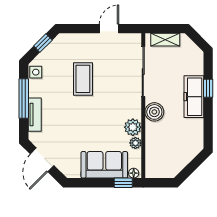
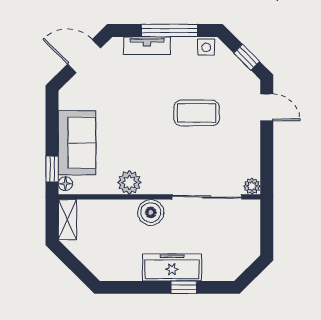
door: (109, 29) -> (267, 107), moved
shelving: (165, 40) -> (67, 220), moved
plant: (135, 143) -> (252, 186), moved

